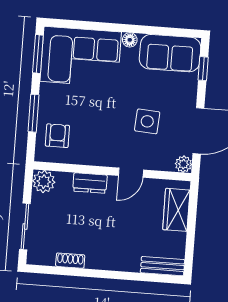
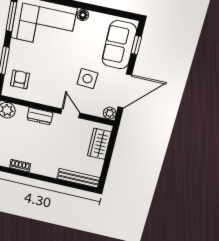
sofa: (170, 53) -> (119, 45), moved, turned 90
door: (131, 173) -> (70, 113), swing flipped
bench: (163, 266) -> (78, 178), width x1.36

